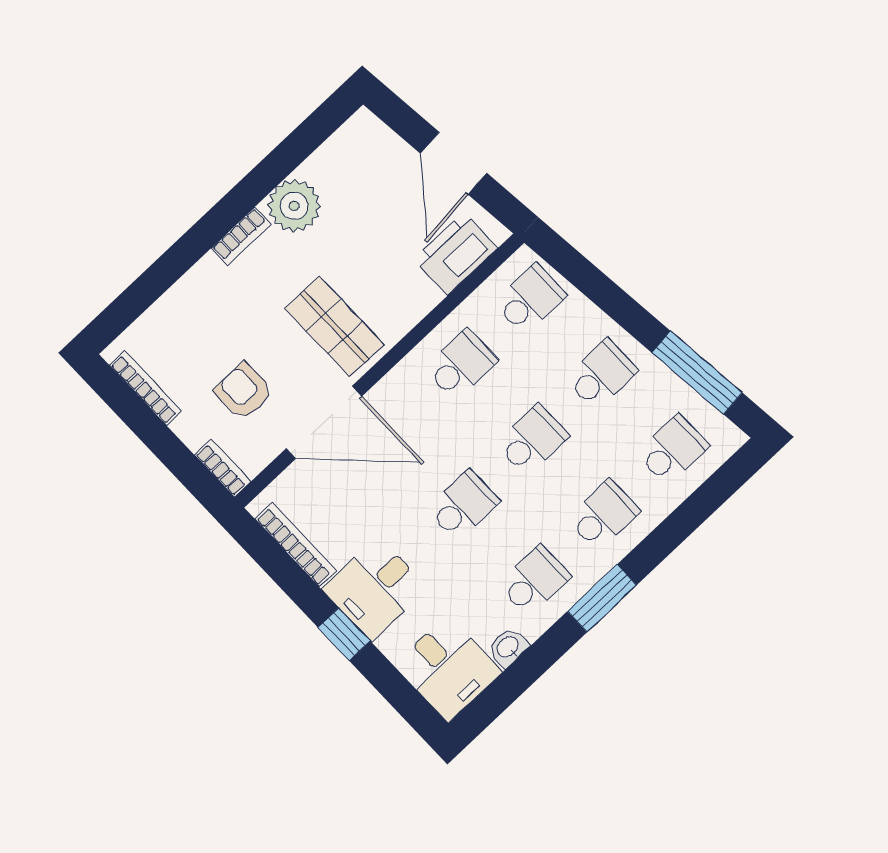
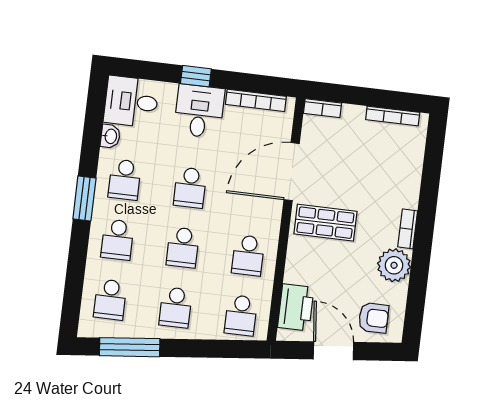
armchair: (244, 391) -> (374, 318), moved

